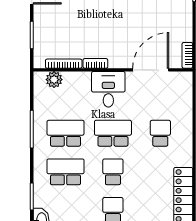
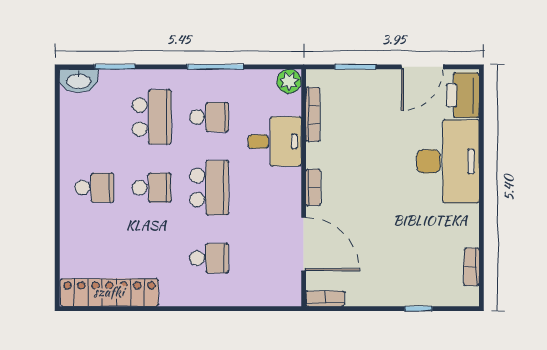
bookcase: (95, 63) -> (313, 187), moved
plant: (54, 80) -> (289, 81), moved
desk: (108, 89) -> (275, 141), moved
school desk: (65, 133) -> (209, 117), width x0.54

